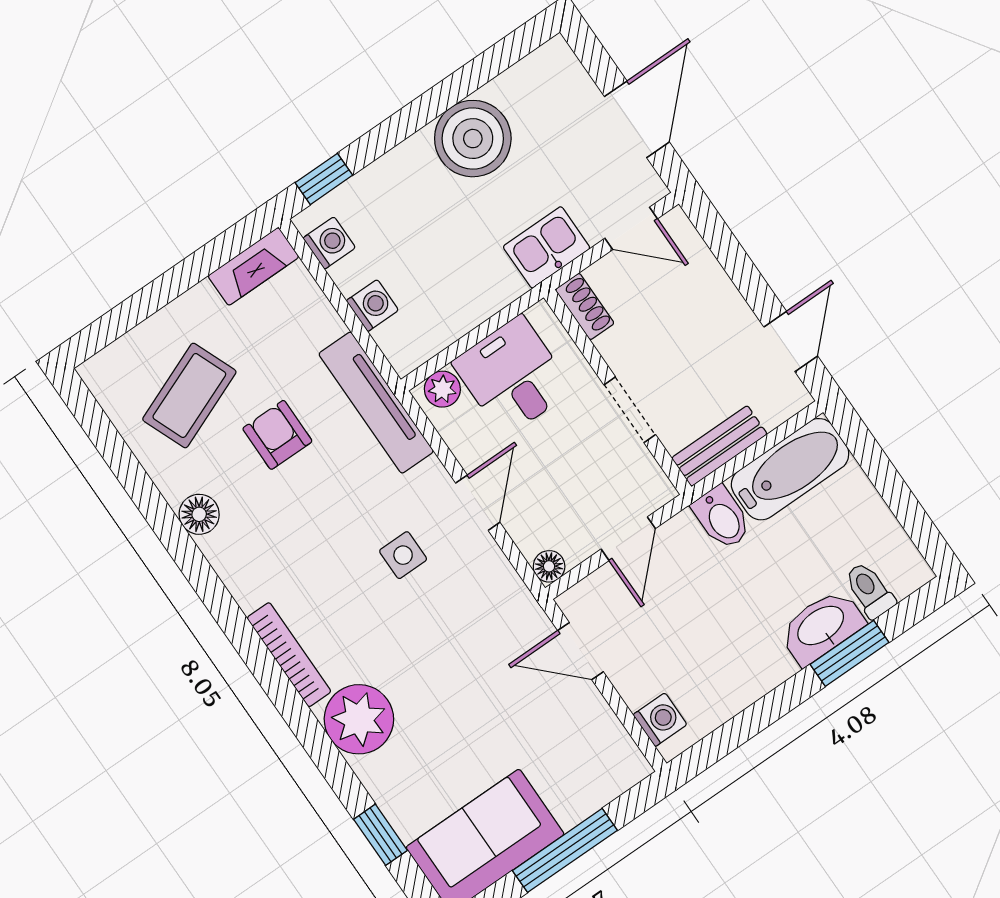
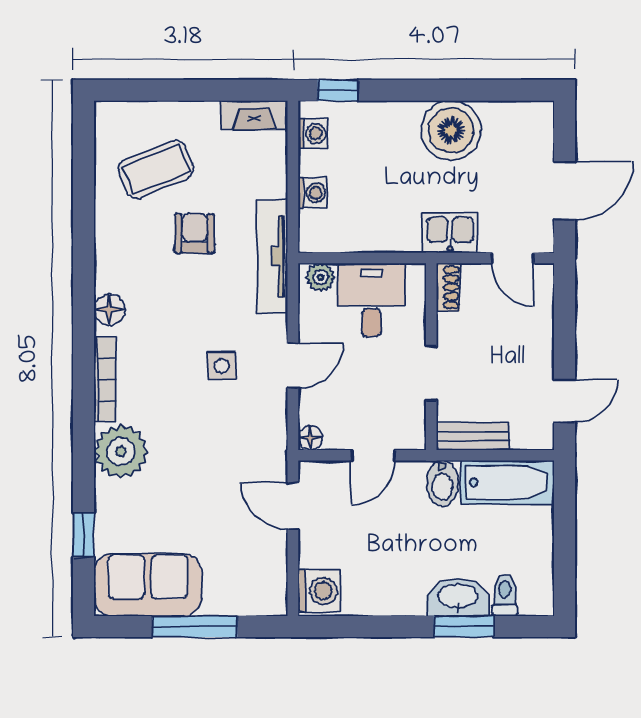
floor lamp: (199, 514) -> (110, 310), moved
washing machine: (660, 720) -> (319, 591), width x1.38, depth x1.38

